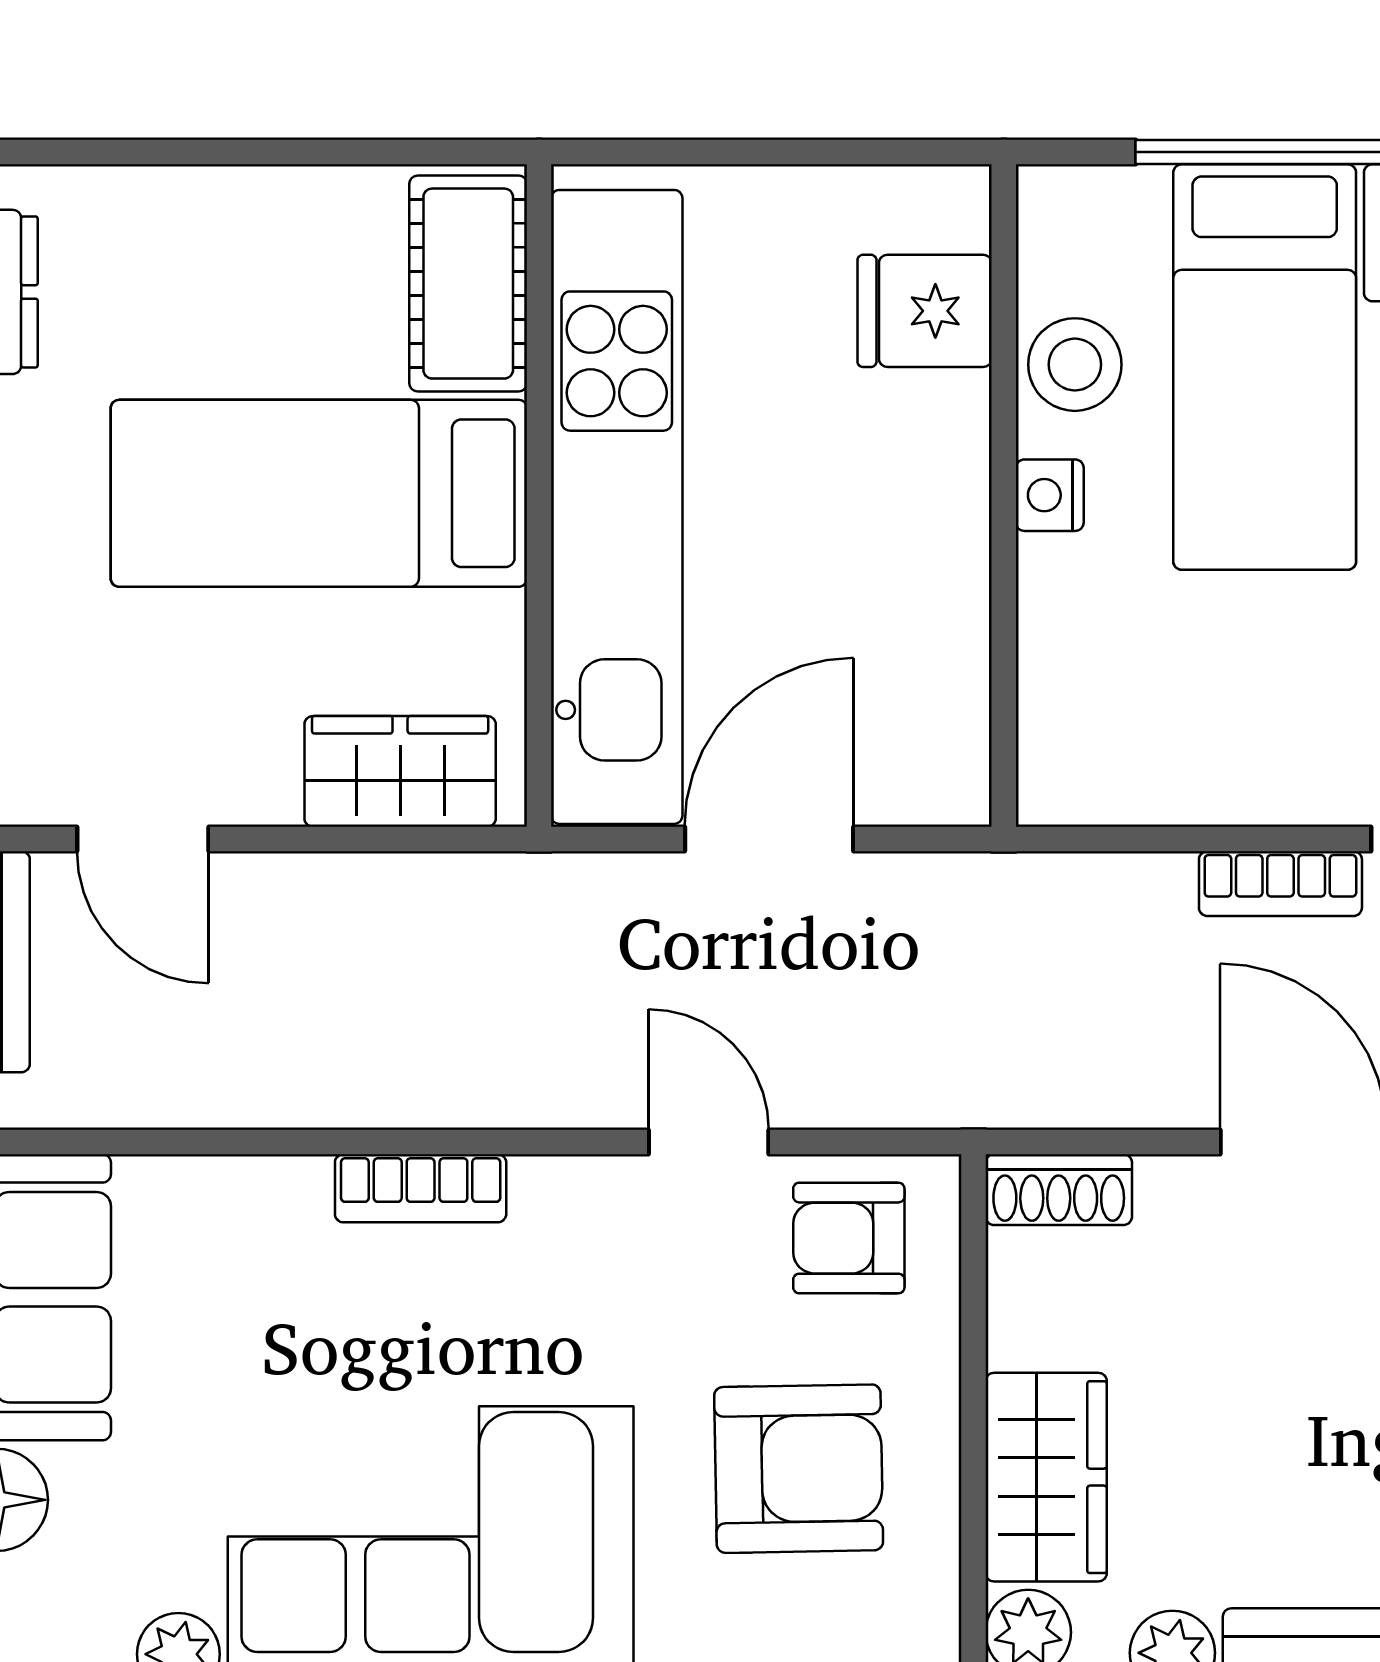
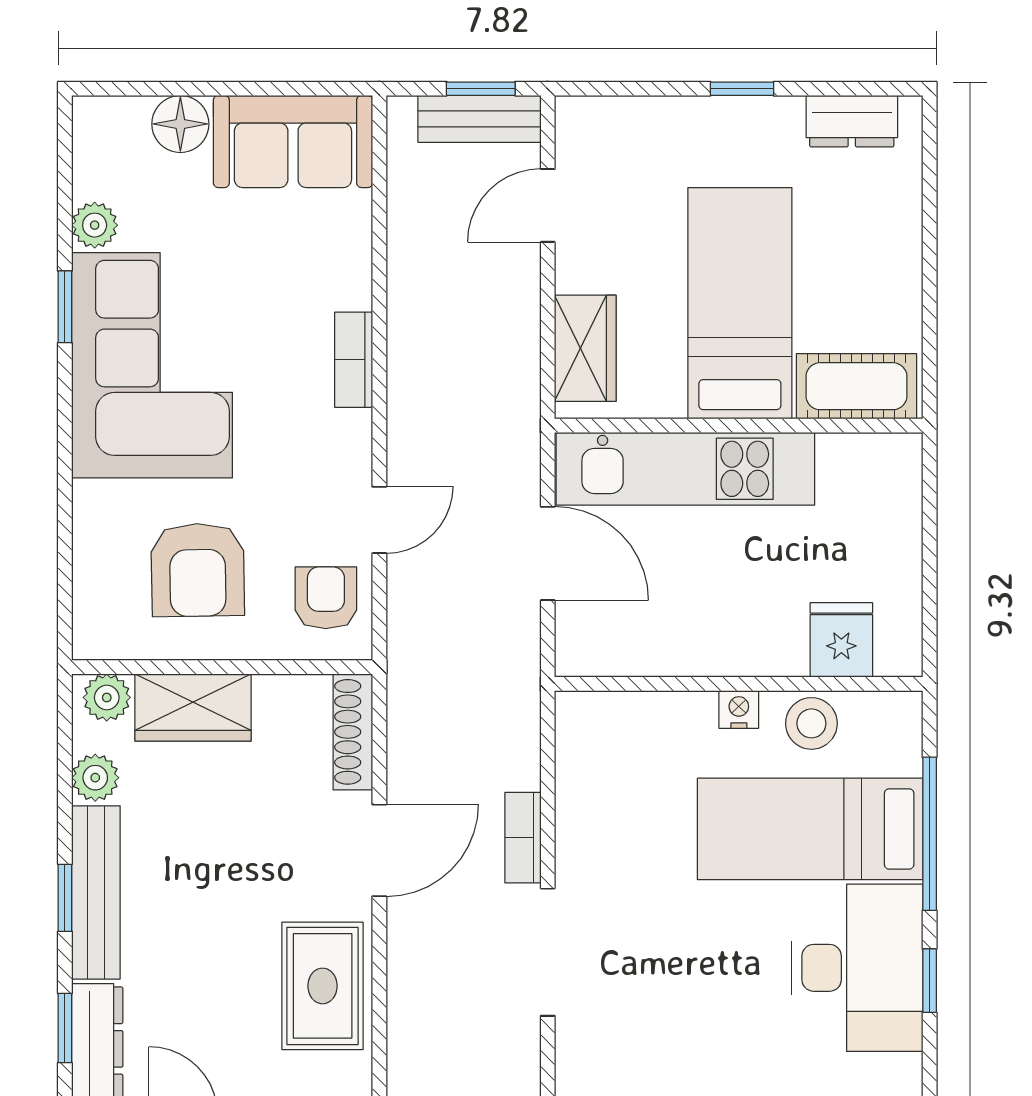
kitchen unit: (617, 507) -> (685, 469), width x0.73
shoe rack: (1059, 1190) -> (353, 732), width x1.43

